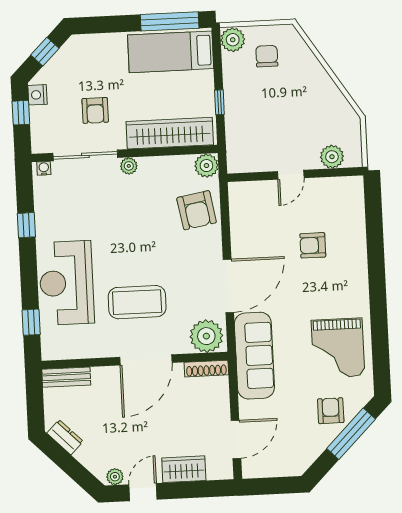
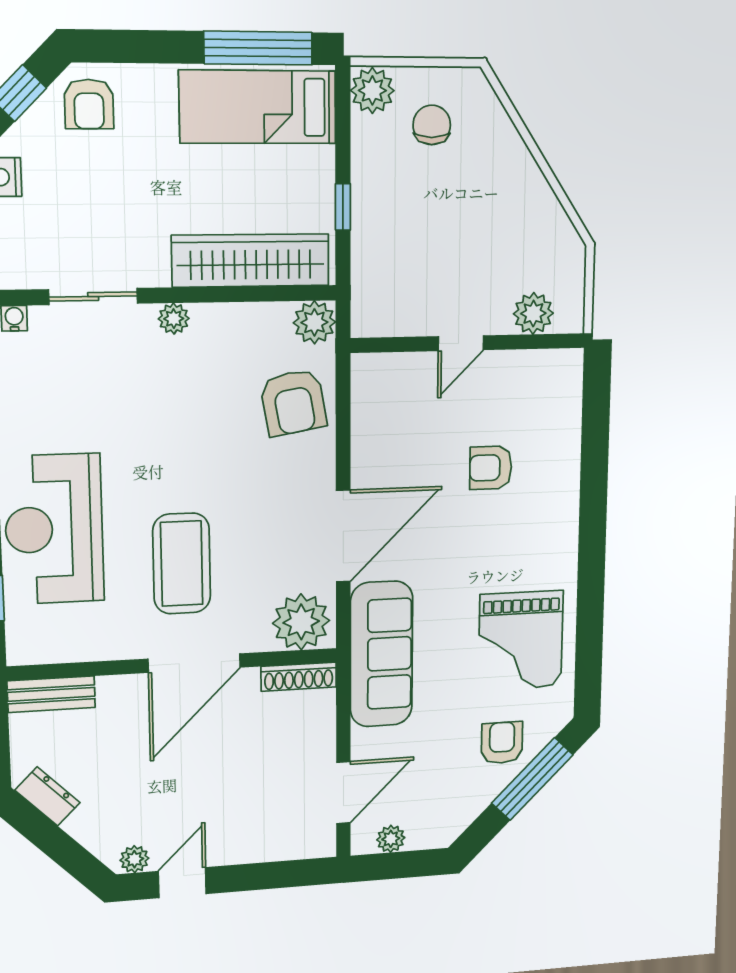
armchair: (95, 110) -> (89, 104), moved
sliding door: (85, 155) -> (93, 296), width x0.73
coffee table: (137, 302) -> (182, 564), turned 90
wardrobe: (184, 469) -> (253, 843), removed
plant: (266, 469) -> (391, 839), added

